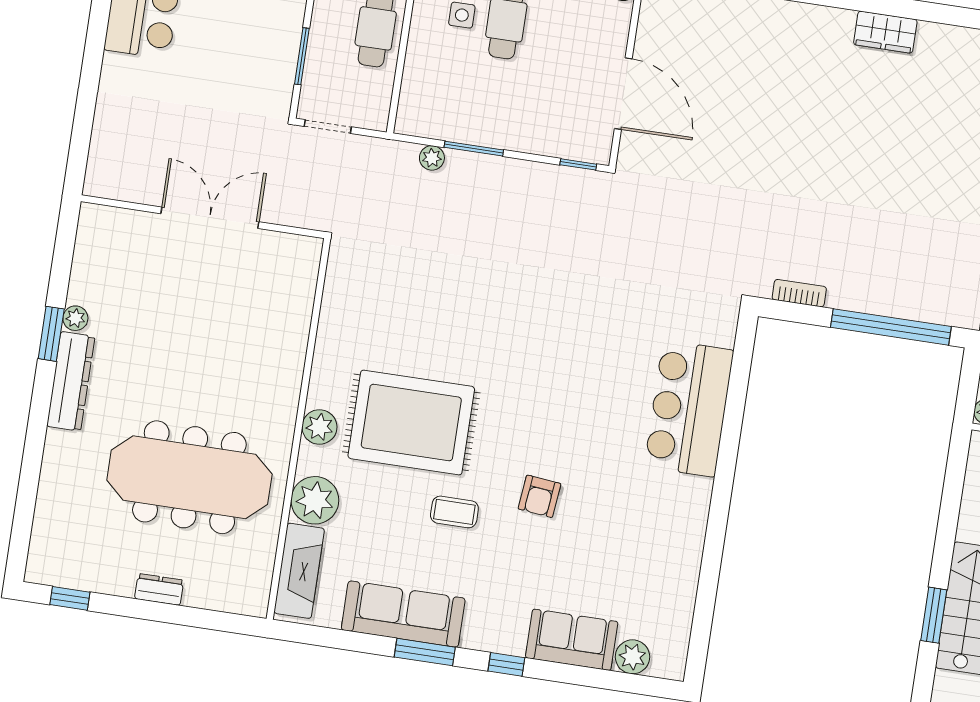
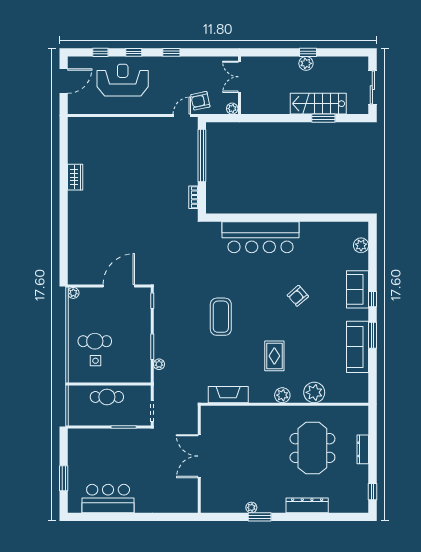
dresser: (71, 381) -> (307, 505), moved
bar counter: (689, 408) -> (261, 237), width x1.36
rug: (411, 423) -> (274, 356), width x0.54, depth x0.49
meeting table: (189, 477) -> (312, 448), width x0.73
armchair: (540, 496) -> (298, 296), turned 133
coffee table: (454, 512) -> (221, 317), moved, width x1.86, depth x1.72
fireplace: (299, 571) -> (228, 395), moved
dresser: (159, 589) -> (363, 449), width x1.44
sofa: (572, 640) -> (358, 289), moved

